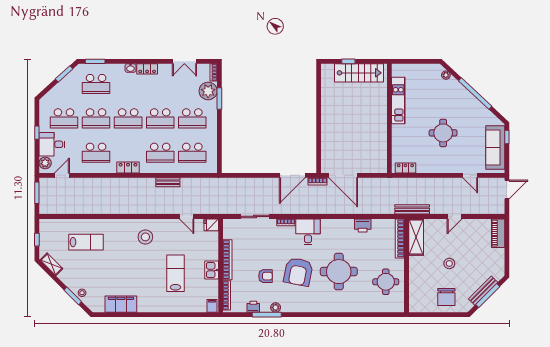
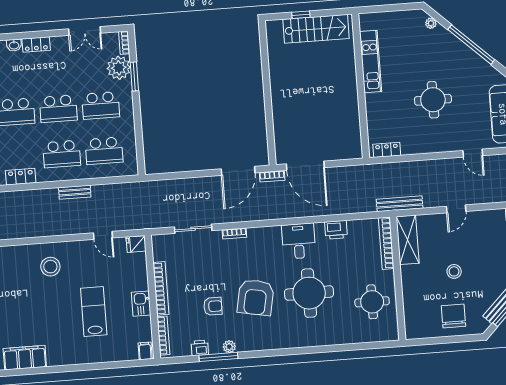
desk: (308, 232) -> (299, 241), moved
chair: (446, 297) -> (453, 316), turned 180

